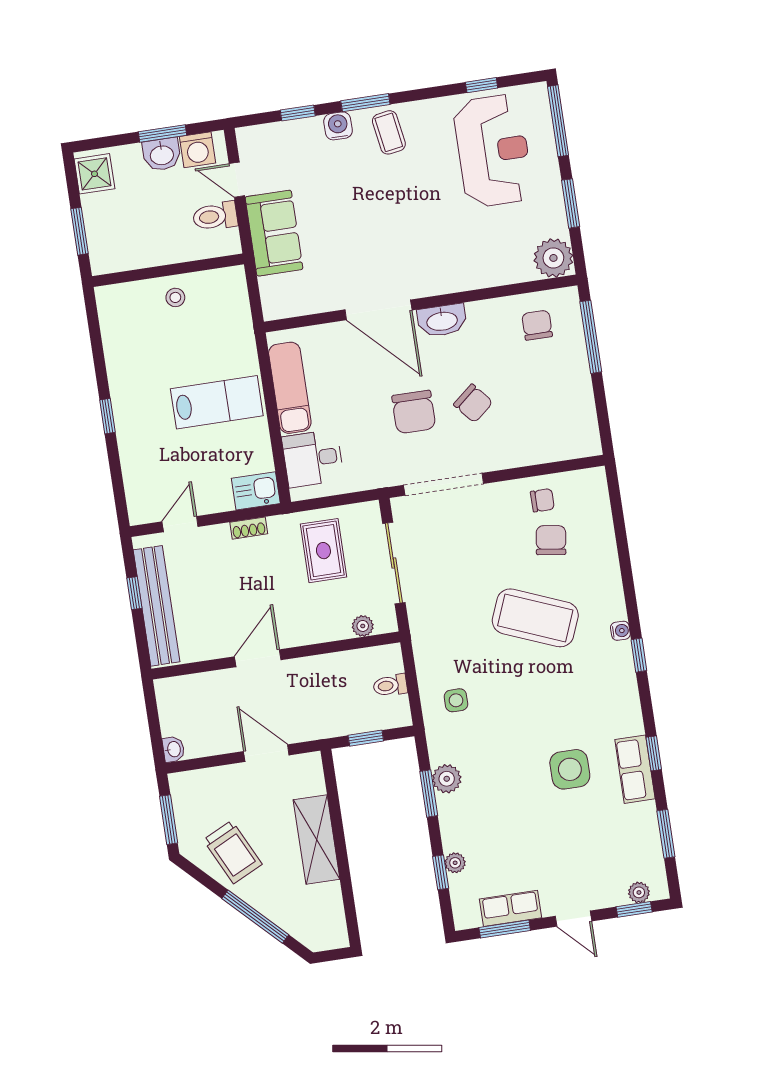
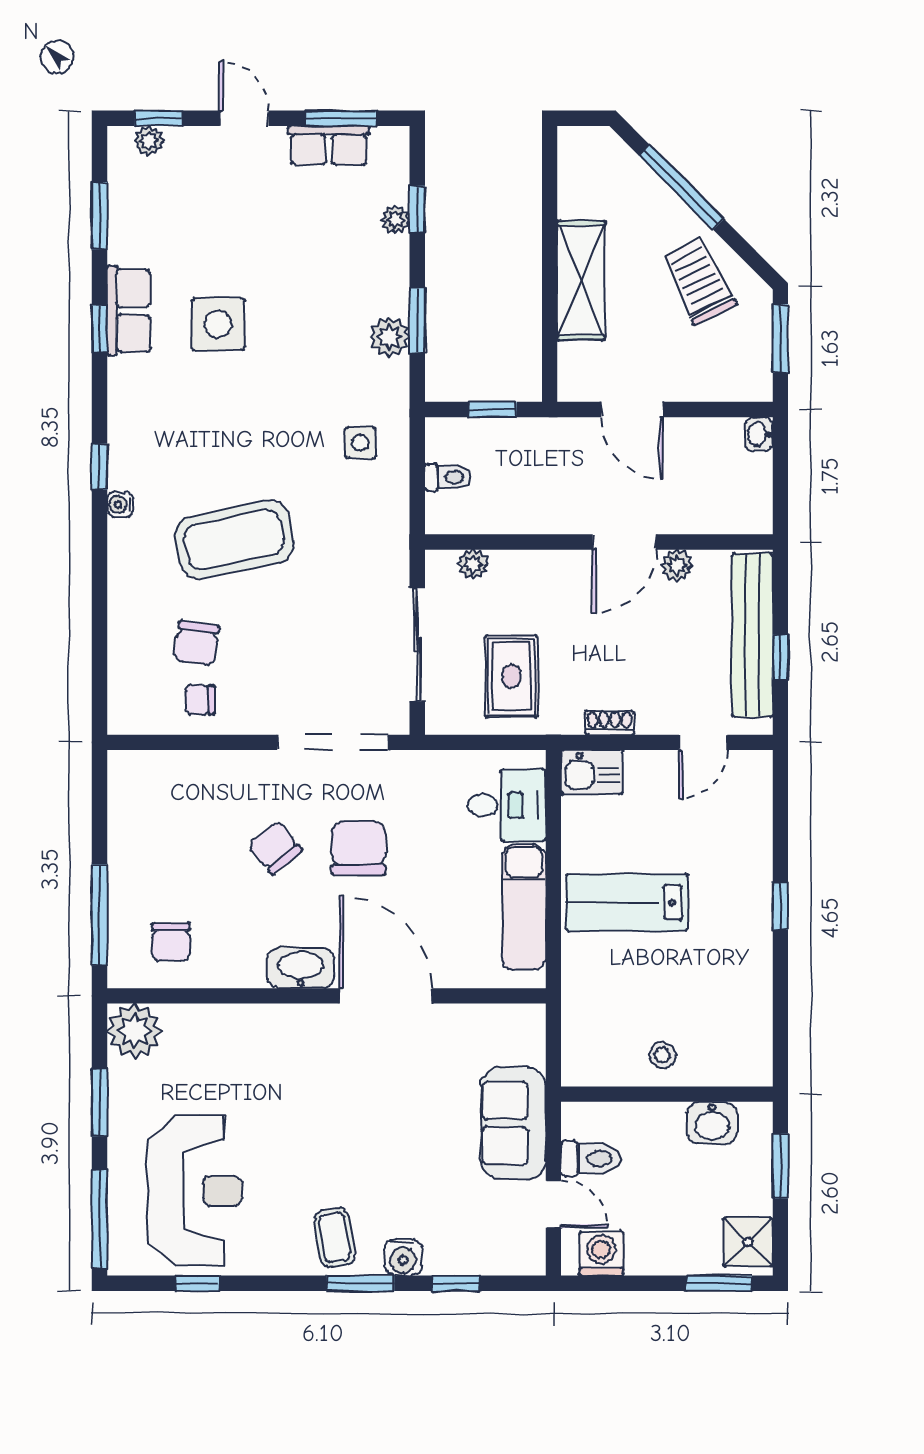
window: (163, 133) -> (719, 1283), moved
reception desk: (493, 151) -> (195, 1191), turned 180
washbasin: (162, 154) -> (712, 1123), moved, turned 180
coffee table: (535, 618) -> (234, 540), turned -34
plant: (218, 647) -> (677, 565), added

